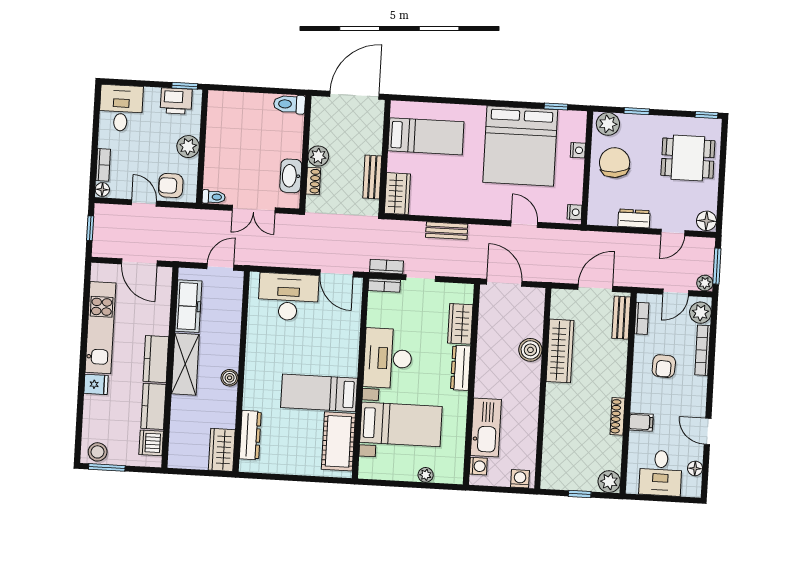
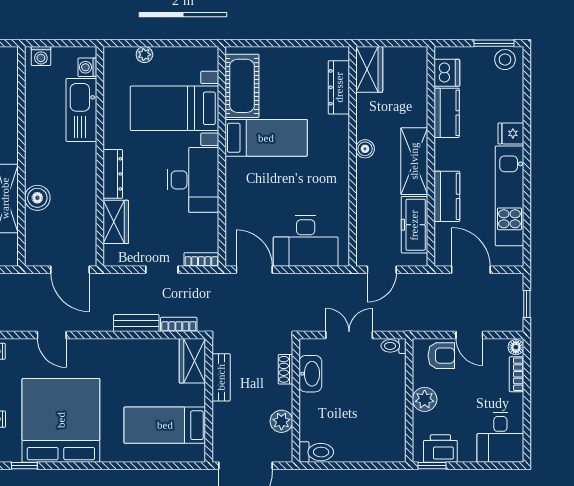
plant: (318, 156) -> (281, 421), moved
bookcase: (386, 267) -> (179, 324), moved, turned 180
kitchen counter: (156, 359) -> (447, 196), moved

